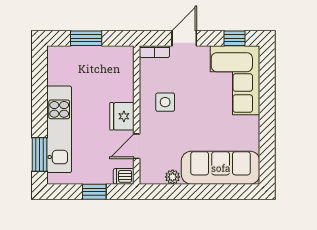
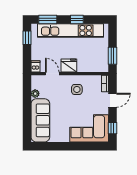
window: (86, 38) -> (112, 56), moved
door: (184, 38) -> (112, 100), hinge flipped
window: (40, 102) -> (77, 20), added
kitchen unit: (59, 129) -> (70, 31), width x1.36
window: (94, 192) -> (27, 38), moved

